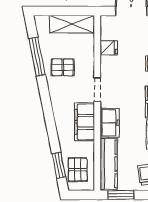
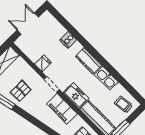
fridge: (109, 48) -> (43, 63), moved

